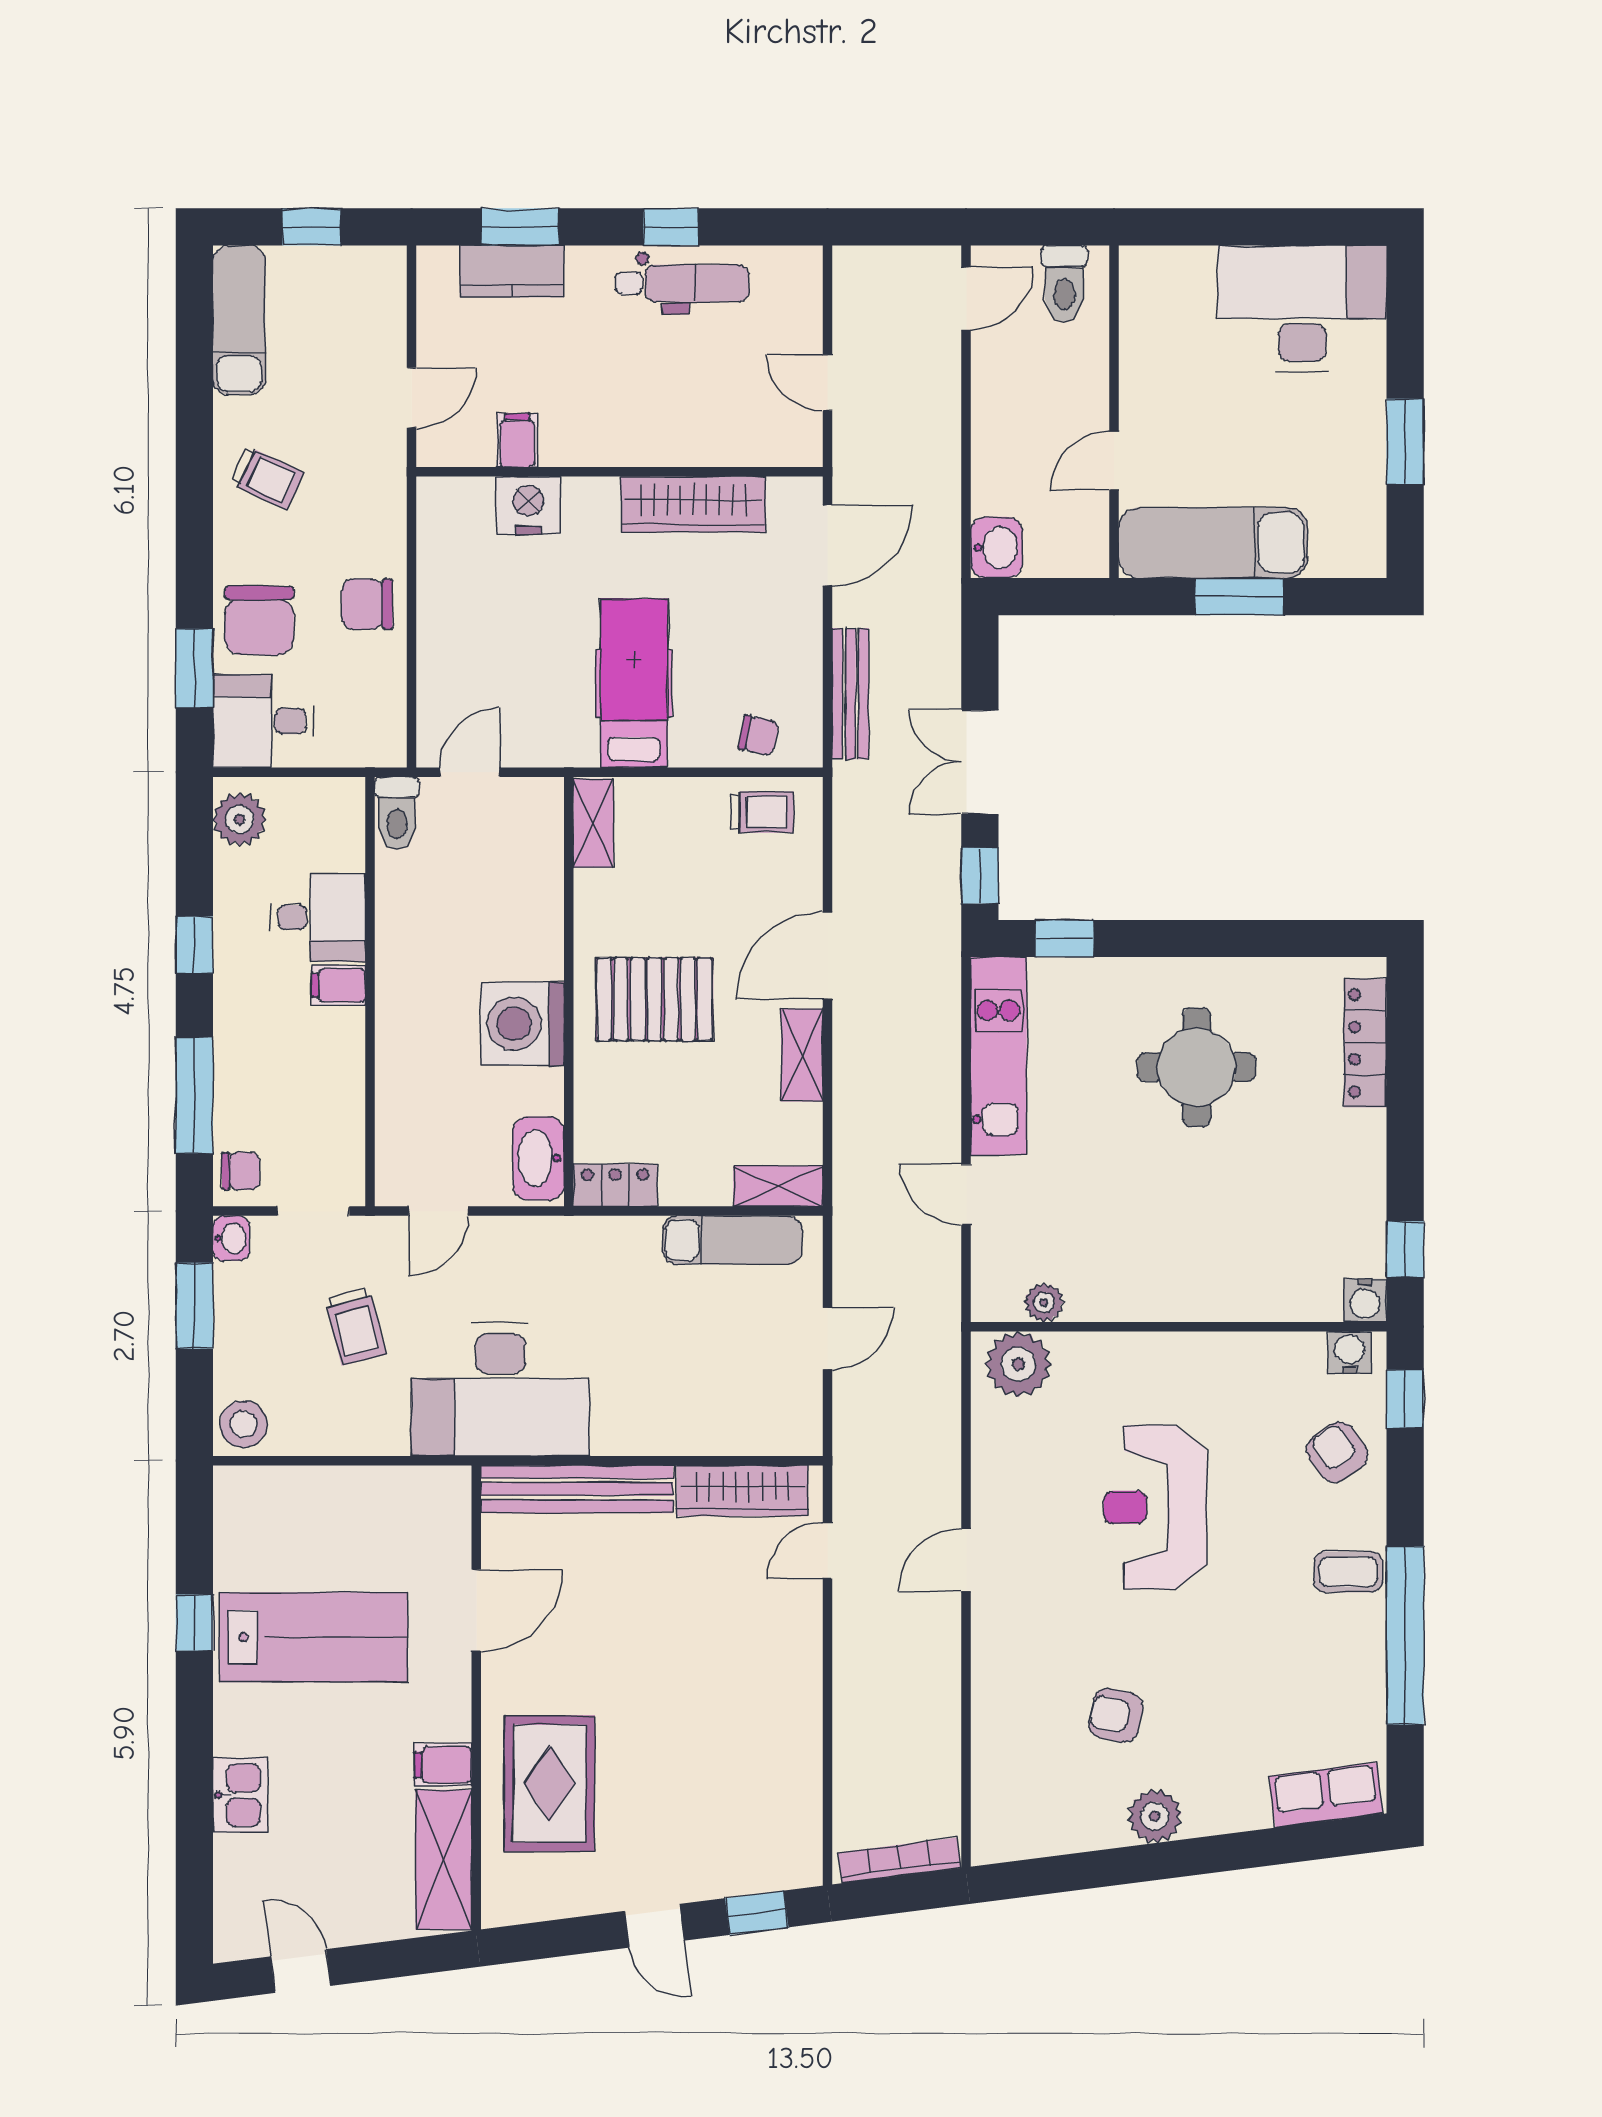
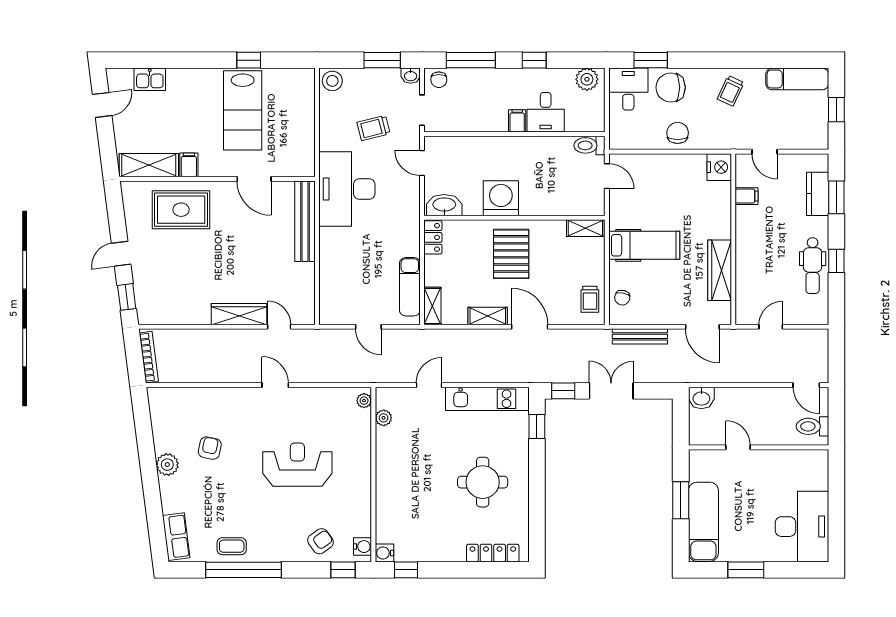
nightstand: (528, 505) -> (719, 167), moved
exam couch: (1213, 543) -> (703, 522), moved
plant: (1018, 1364) -> (364, 401), width x0.53, depth x0.53
wardrobe: (742, 1491) -> (239, 314), moved, turned 90
coffee table: (1348, 1572) -> (232, 546), moved, turned 90
kitchen sink: (240, 1795) -> (150, 79), moved

